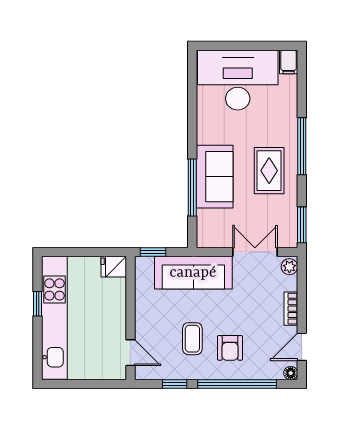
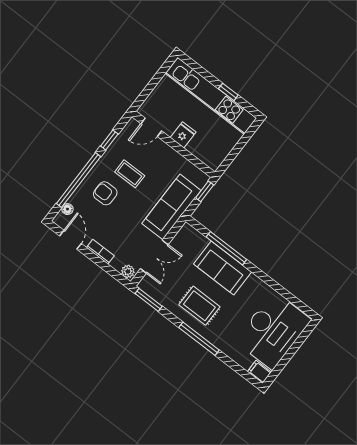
fridge: (114, 267) -> (183, 135), moved
floor lamp: (291, 373) -> (67, 209), moved

